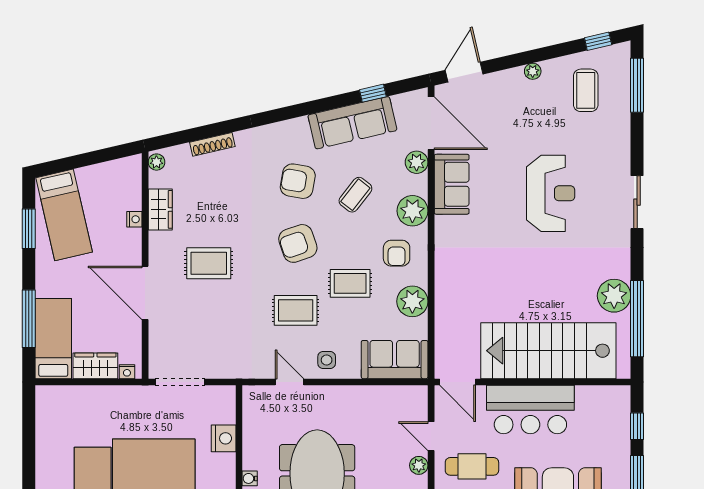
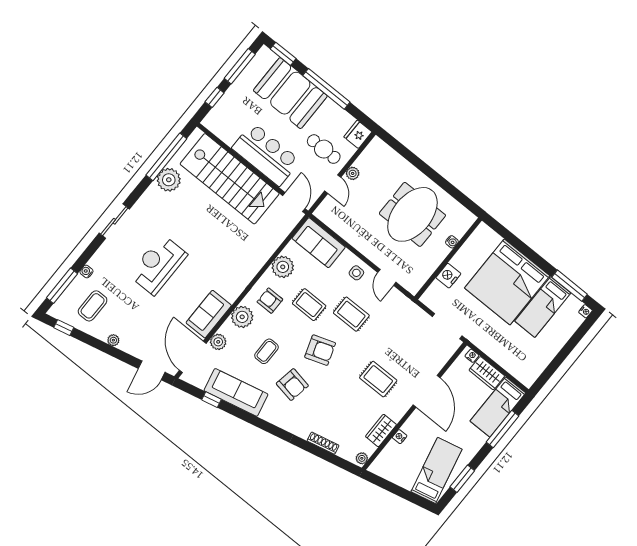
water cooler: (623, 123) -> (86, 272), added
coffee table: (355, 195) -> (266, 351), turned -38
armchair: (397, 253) -> (270, 301), turned -90

